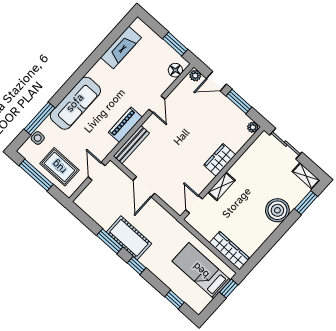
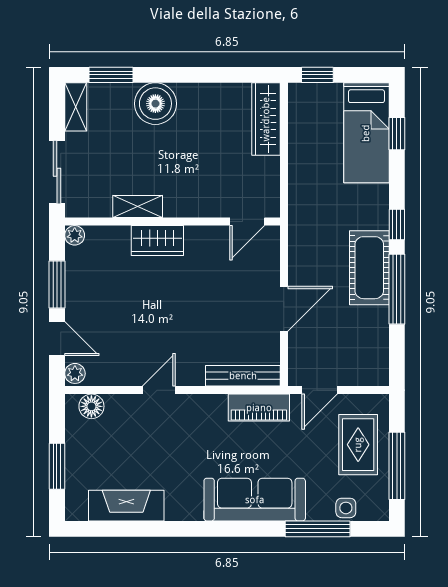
window: (175, 44) -> (57, 466), moved
piano: (125, 125) -> (259, 408), moved
shelving: (221, 186) -> (138, 206), moved
window: (110, 241) -> (397, 289), width x1.44
bed: (201, 270) -> (366, 133), moved

